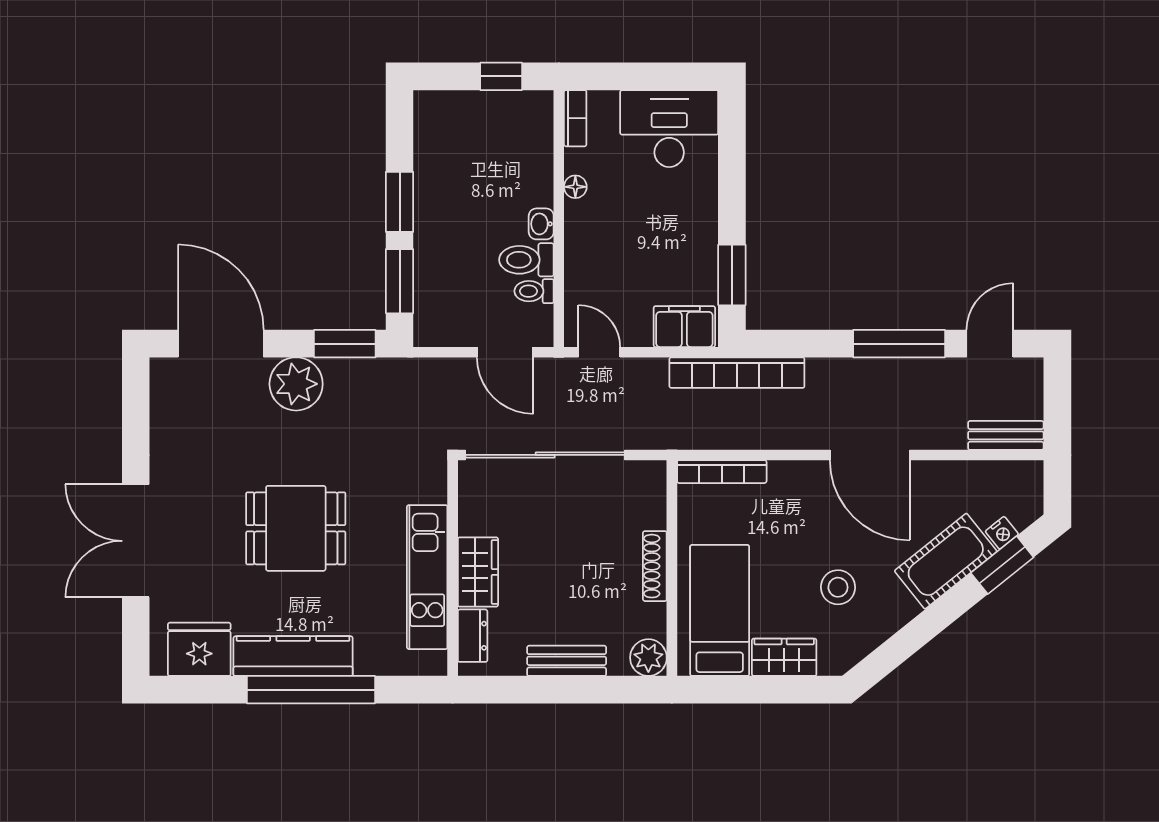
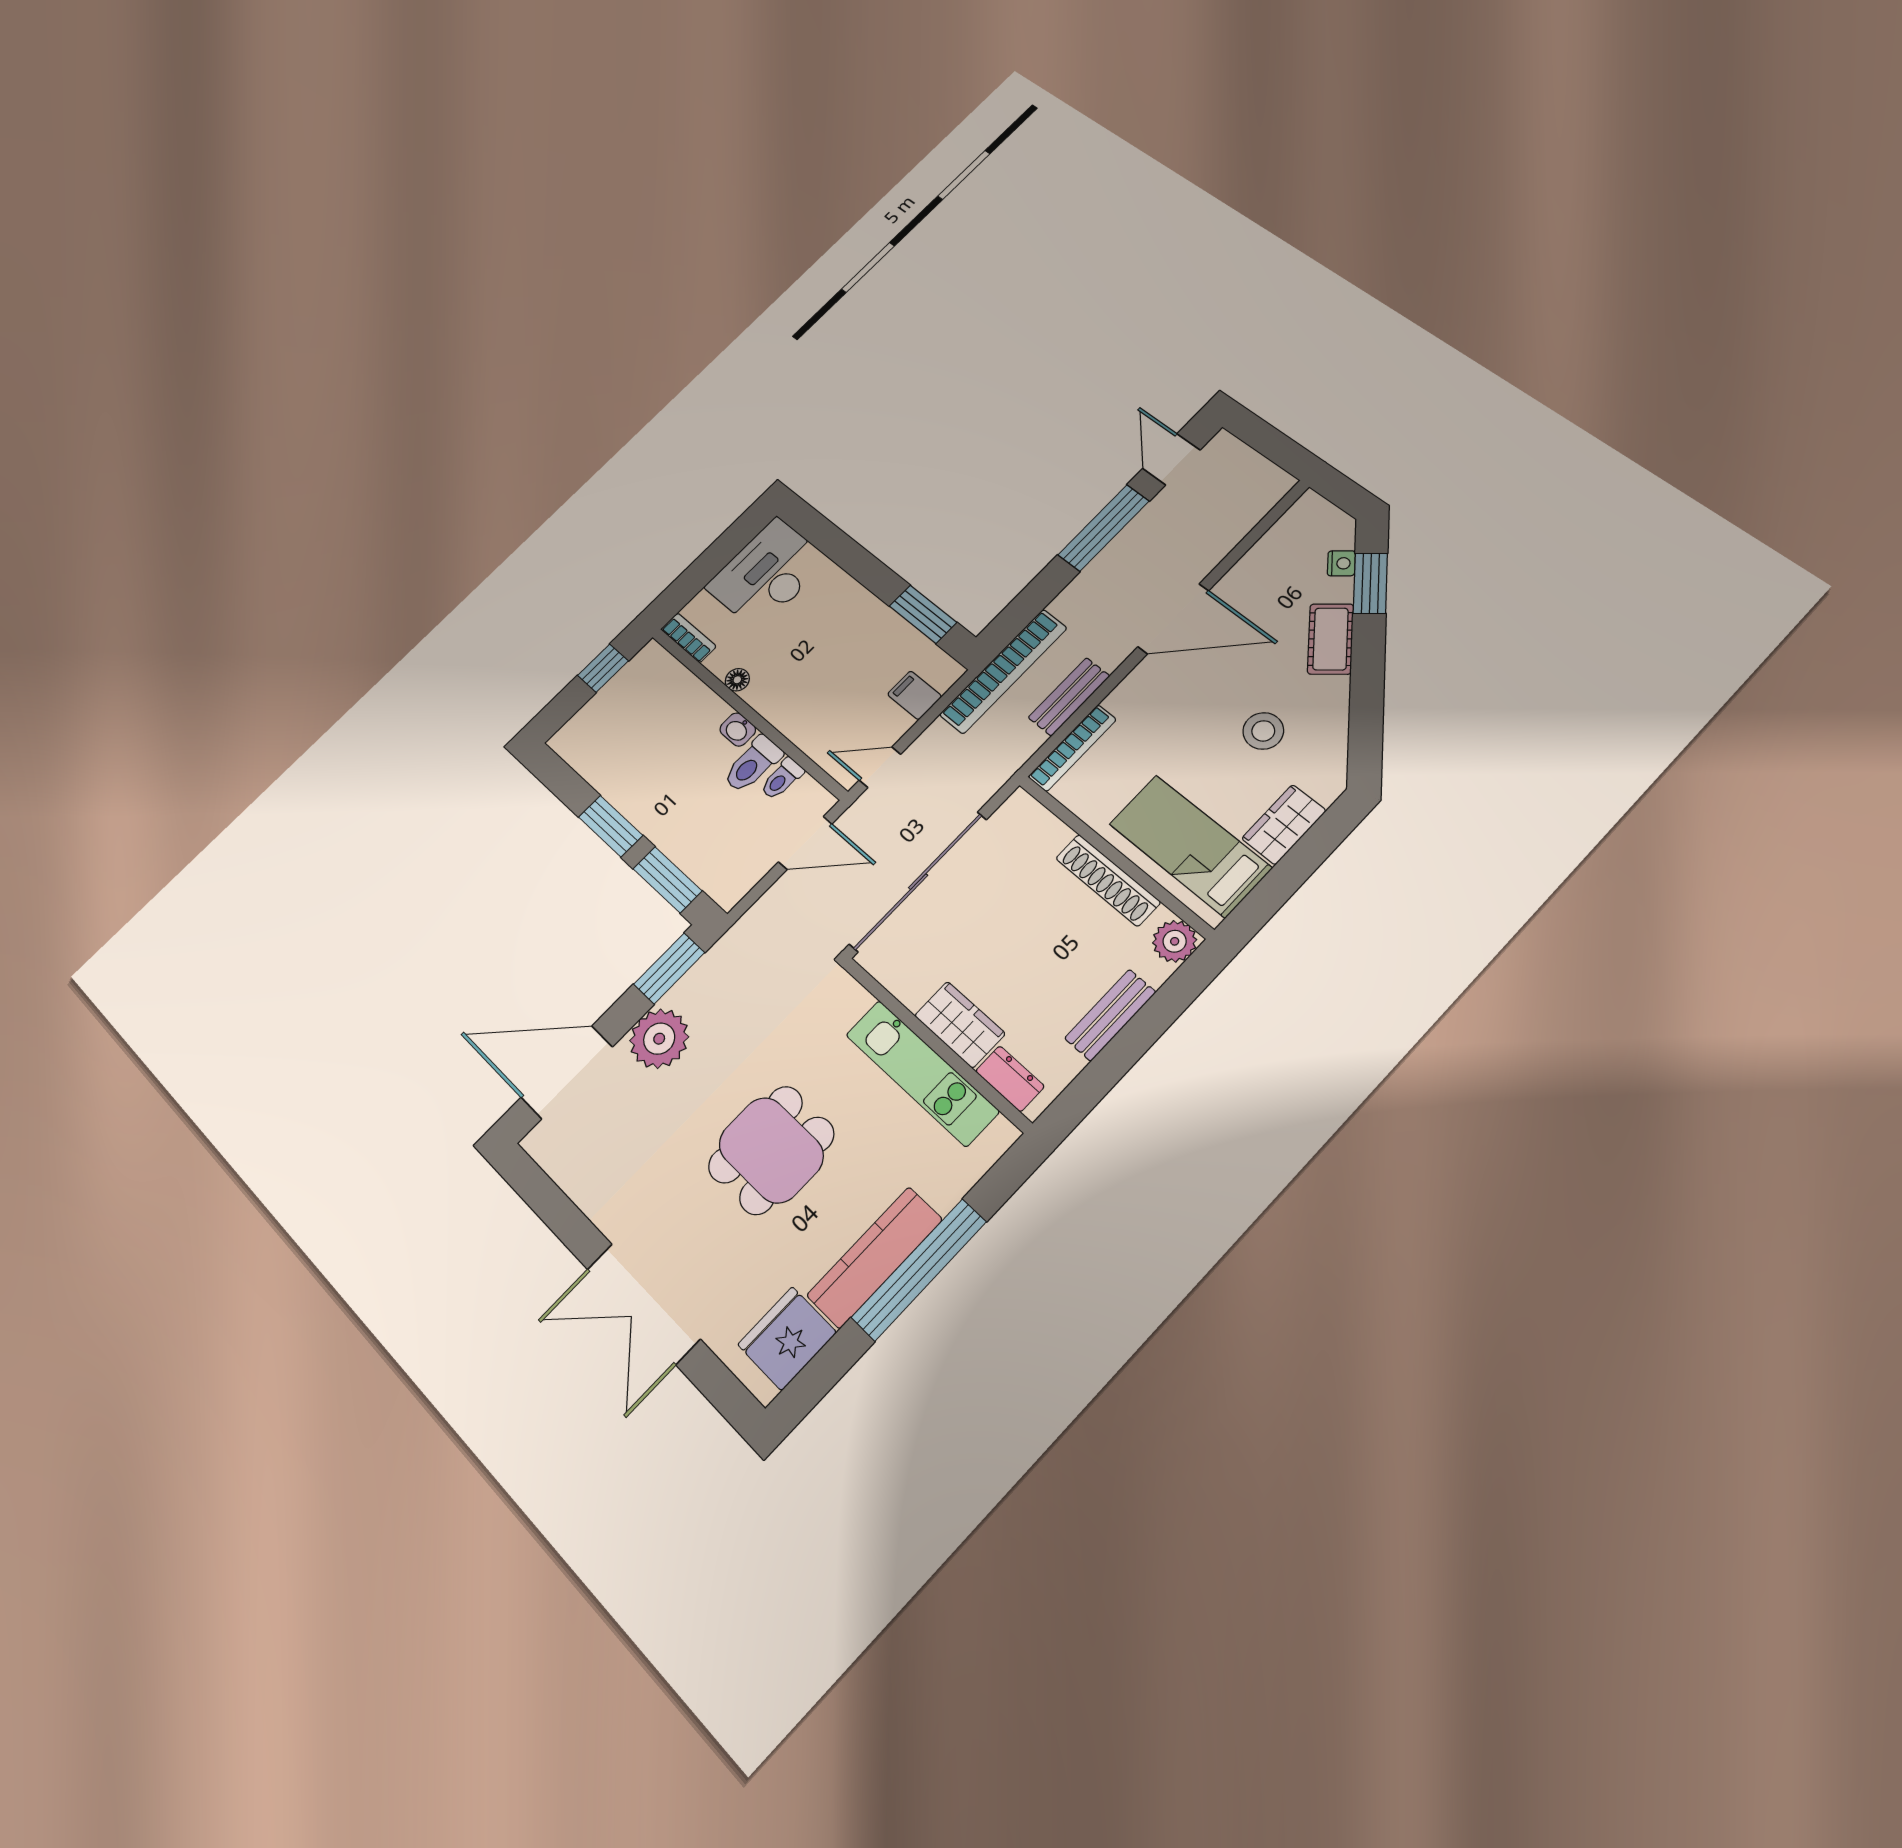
filing cabinet: (684, 327) -> (914, 695), width x0.50
bench: (1006, 435) -> (1069, 697), moved
cot: (946, 561) -> (1330, 639), width x0.73, depth x0.75
shoe rack: (655, 566) -> (1108, 880), width x1.36, depth x1.24

